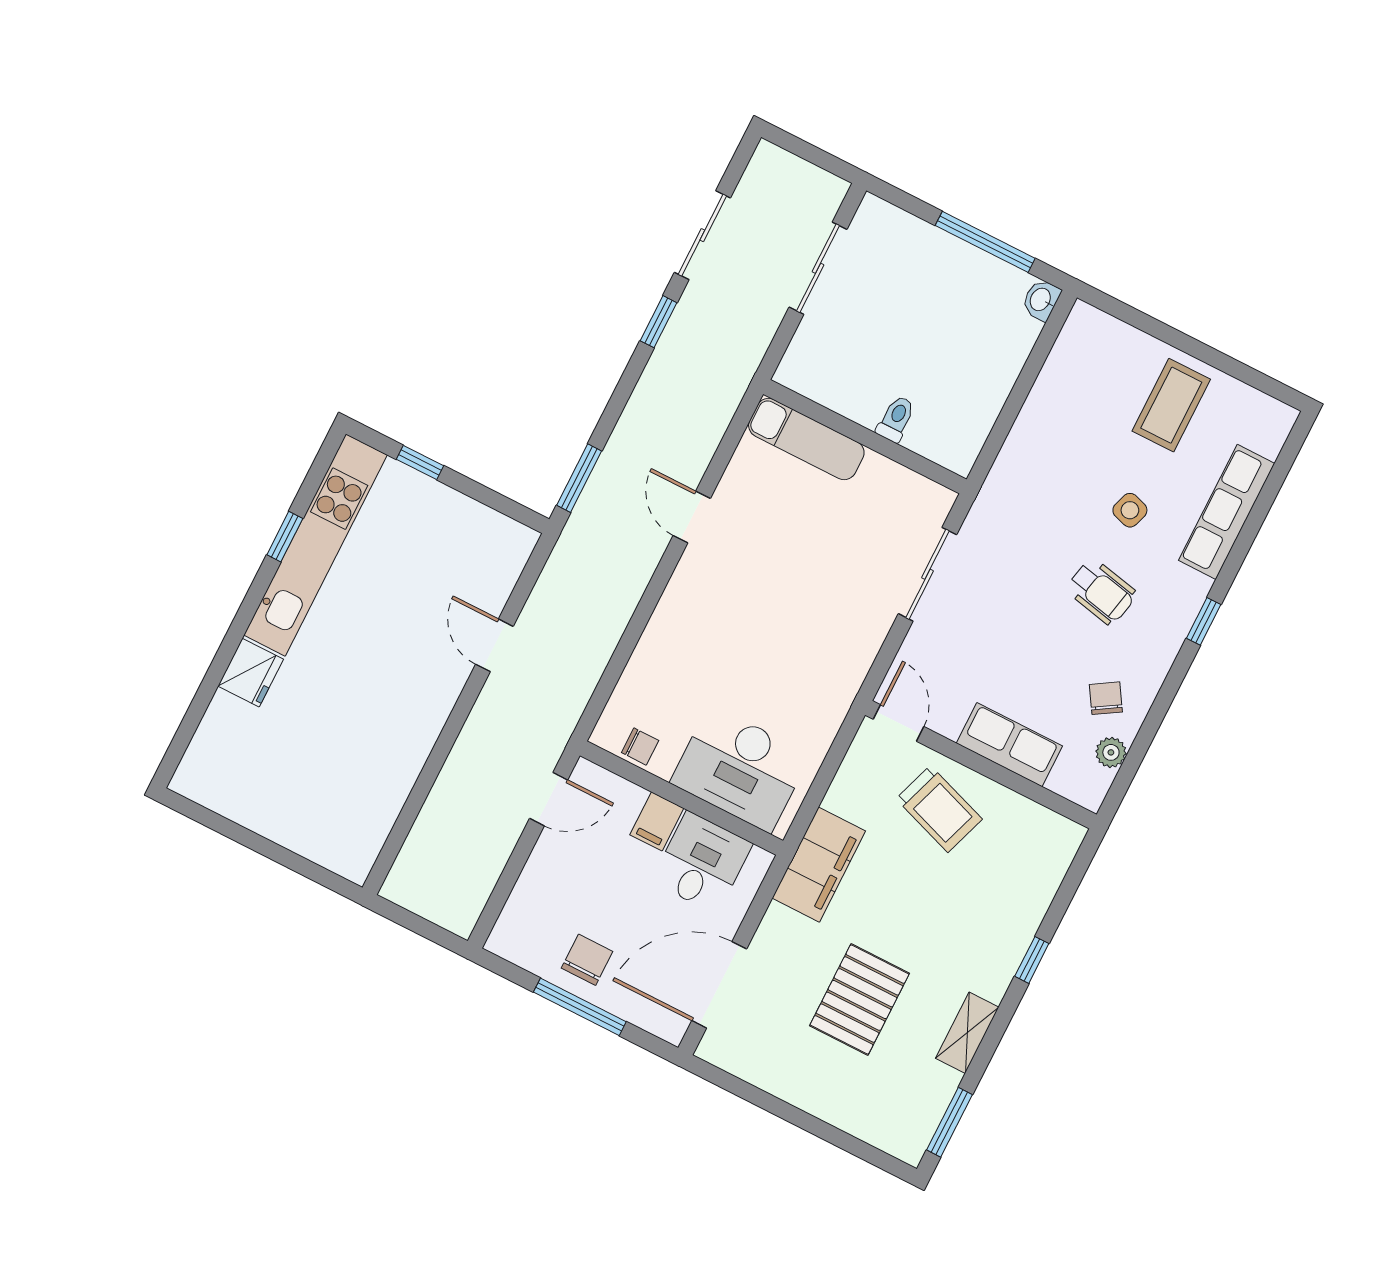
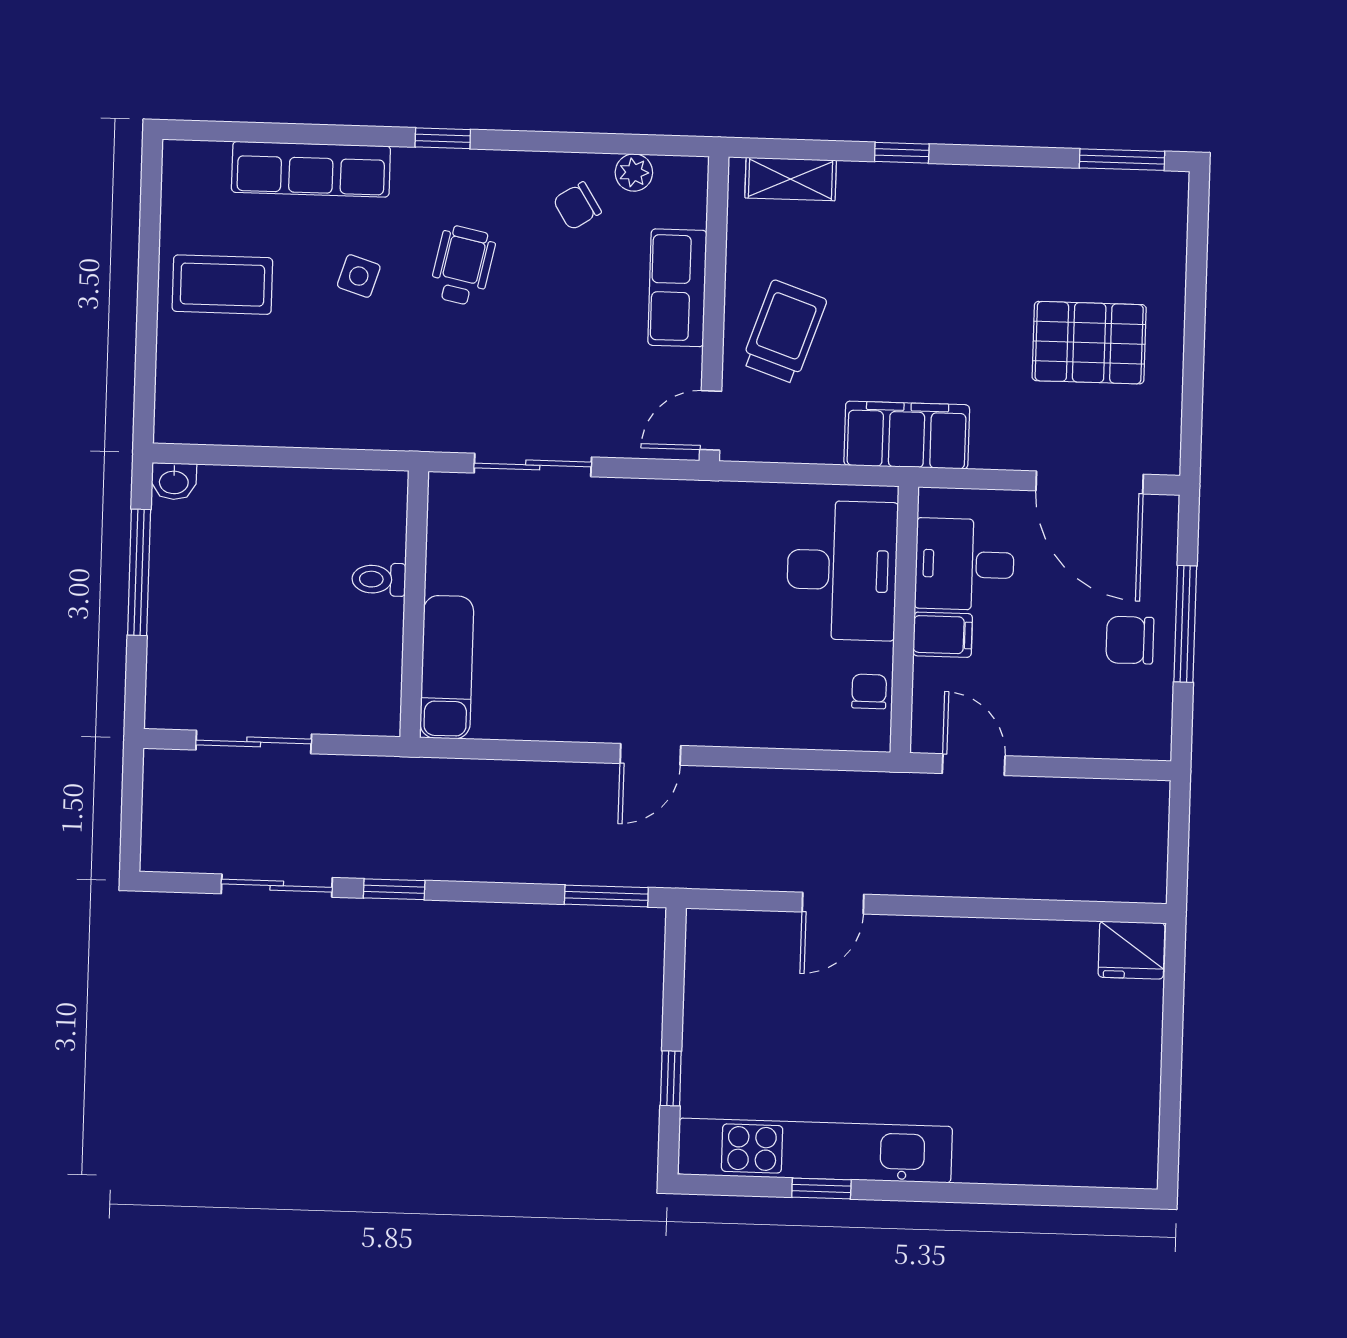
door: (692, 517) -> (650, 754), moved
fridge: (251, 673) -> (1132, 950), moved, turned 180
pallet: (859, 999) -> (1089, 343), moved
shelving: (967, 1033) -> (791, 179), moved

